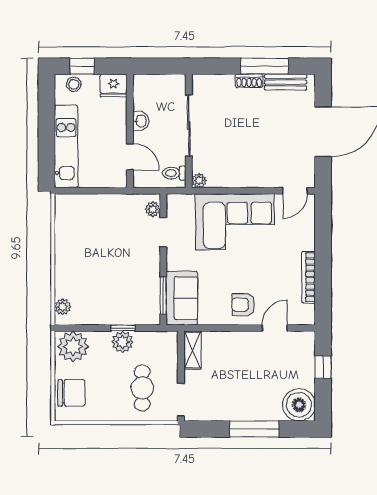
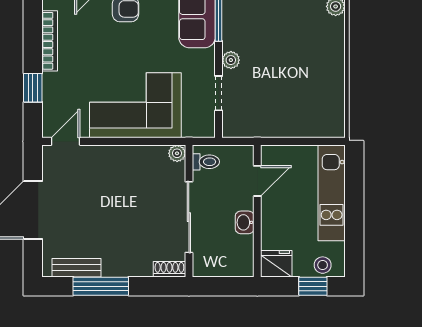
shoe rack: (249, 81) -> (169, 269), moved
door: (130, 157) -> (257, 181), swing flipped
plant: (153, 209) -> (231, 60), moved
window: (323, 237) -> (33, 88), added

